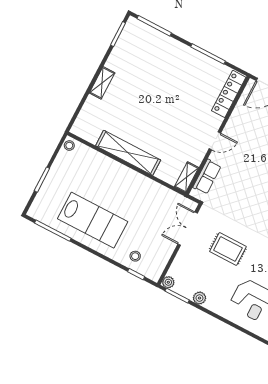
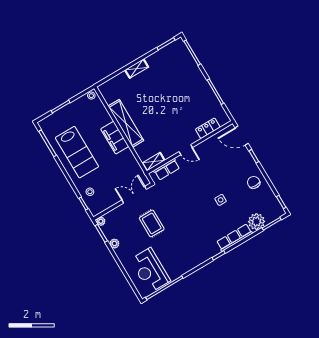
locker: (229, 94) -> (208, 128), width x0.66
filing cabinet: (125, 177) -> (115, 138), added

